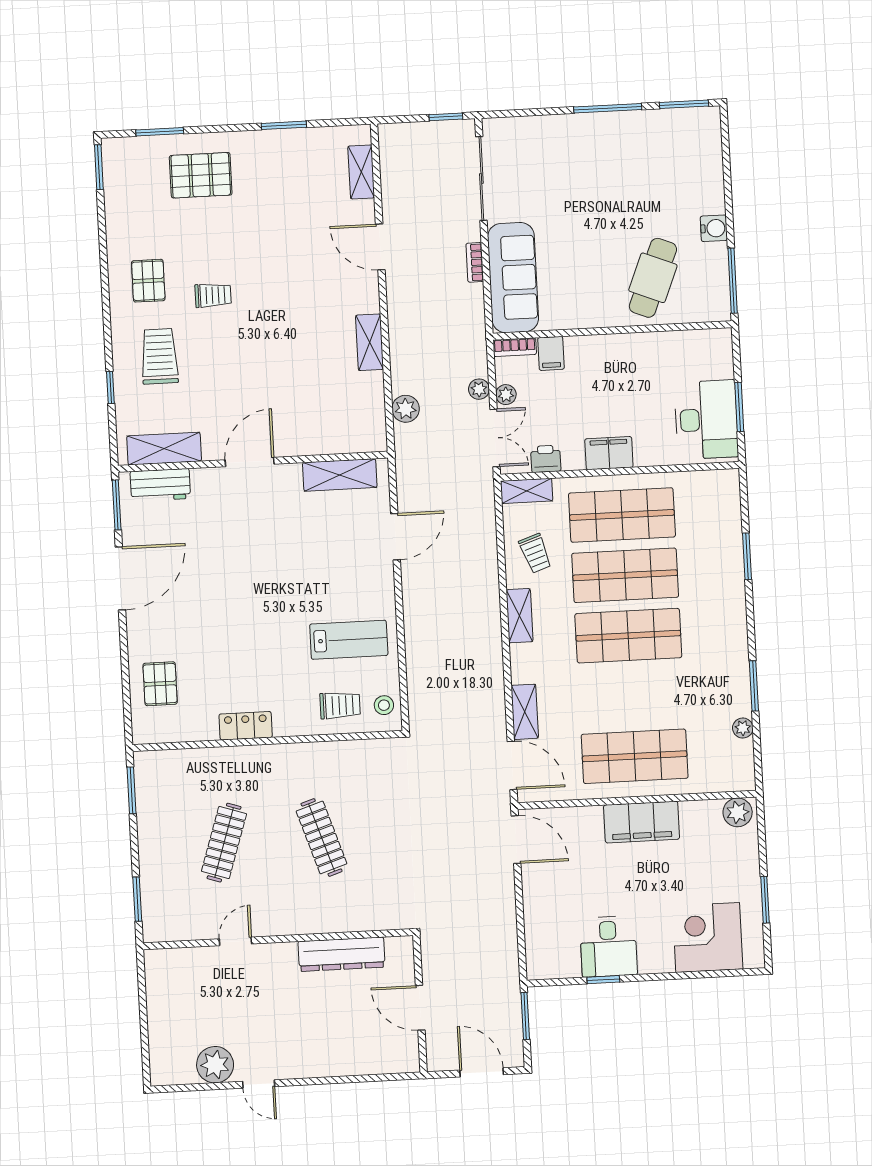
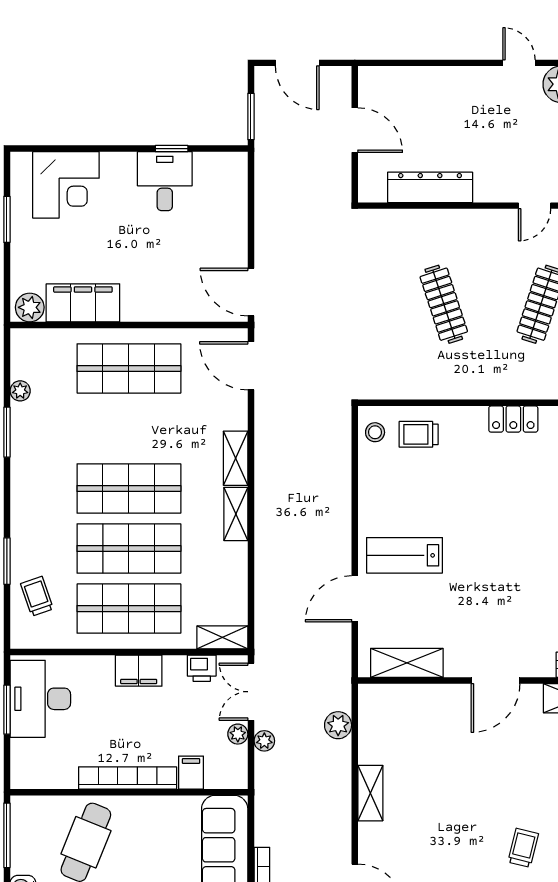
trolley: (213, 295) -> (523, 848), turned 104
bookcase: (515, 347) -> (128, 778), moved, width x2.31, depth x1.31
trolley: (535, 553) -> (37, 596), moved
lab bench: (349, 640) -> (404, 555), moved
shelving: (525, 712) -> (236, 458), moved
filing cabinet: (642, 822) -> (83, 303), moved

